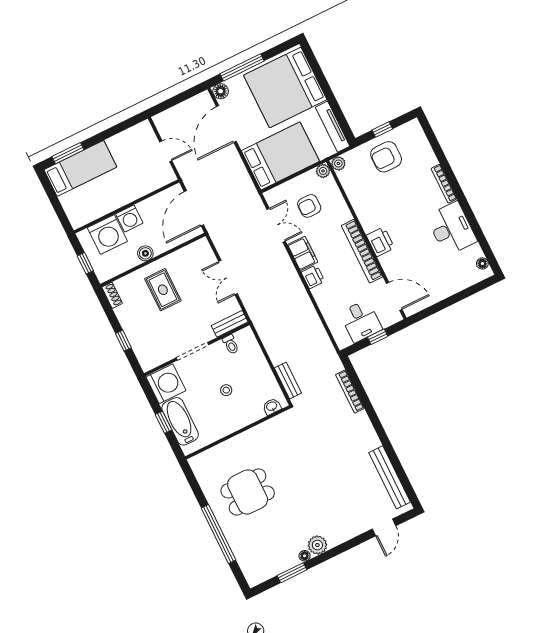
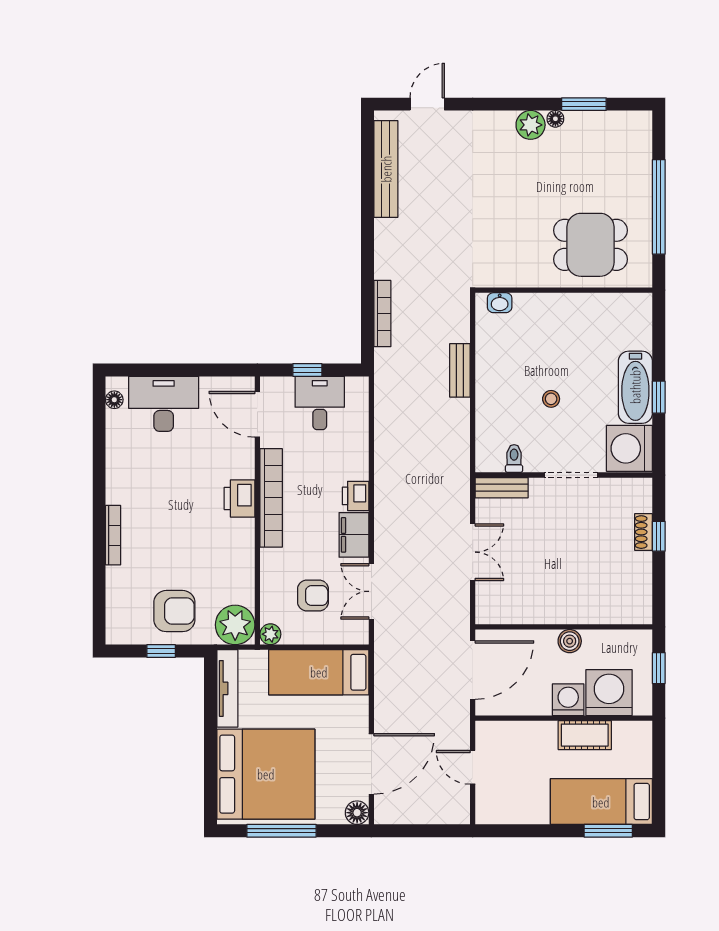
window: (242, 67) -> (281, 831), moved
bed: (280, 156) -> (319, 672), width x0.67
plant: (338, 163) -> (235, 625), width x1.87, depth x1.87
cot: (109, 203) -> (585, 735), added
desk: (452, 229) -> (164, 404), moved, turned 90
rug: (163, 290) -> (570, 579), removed
shoe rack: (112, 295) -> (644, 532), moved
washbasin: (272, 406) -> (500, 303), moved
wall: (238, 432) -> (564, 290), moved

